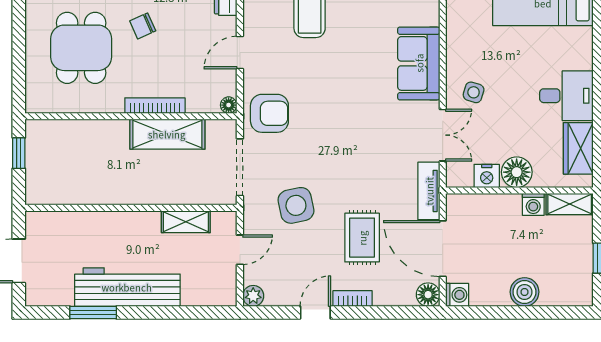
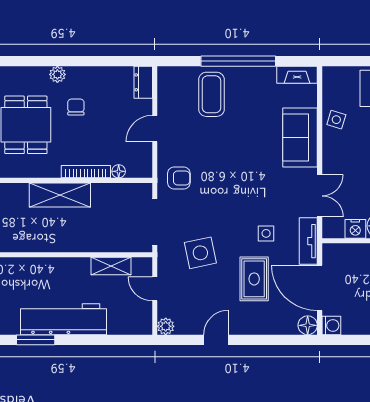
chair: (143, 26) -> (76, 107), turned 114
side table: (474, 92) -> (336, 120), moved
floor lamp: (229, 105) -> (119, 171), moved
armchair: (269, 113) -> (179, 178), width x0.72, depth x0.72
shelving: (167, 134) -> (60, 195), moved
side table: (377, 182) -> (266, 233), added
door: (240, 250) -> (155, 289), swing flipped
bookcase: (353, 298) -> (246, 328), removed

